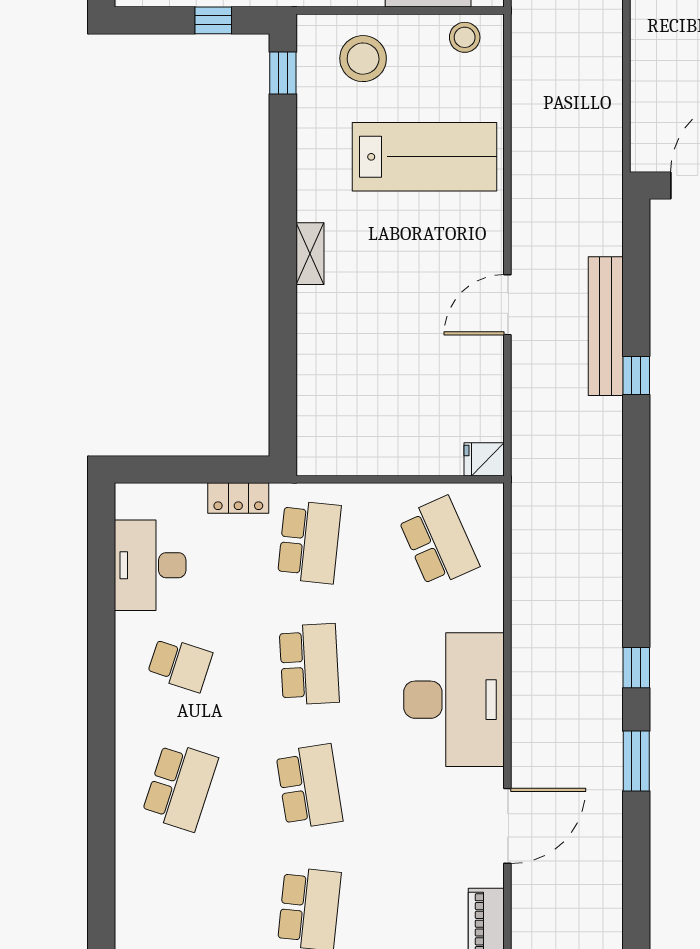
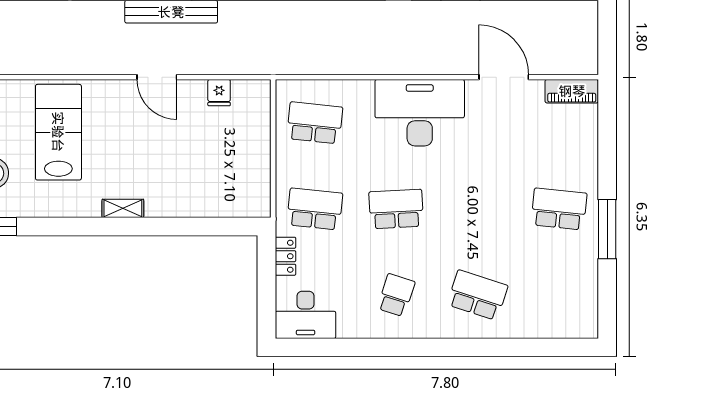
fridge: (484, 459) -> (219, 93), moved
school desk: (439, 542) -> (315, 123), turned 30
desk: (150, 565) -> (306, 315), moved
school desk: (309, 787) -> (478, 209), removed

